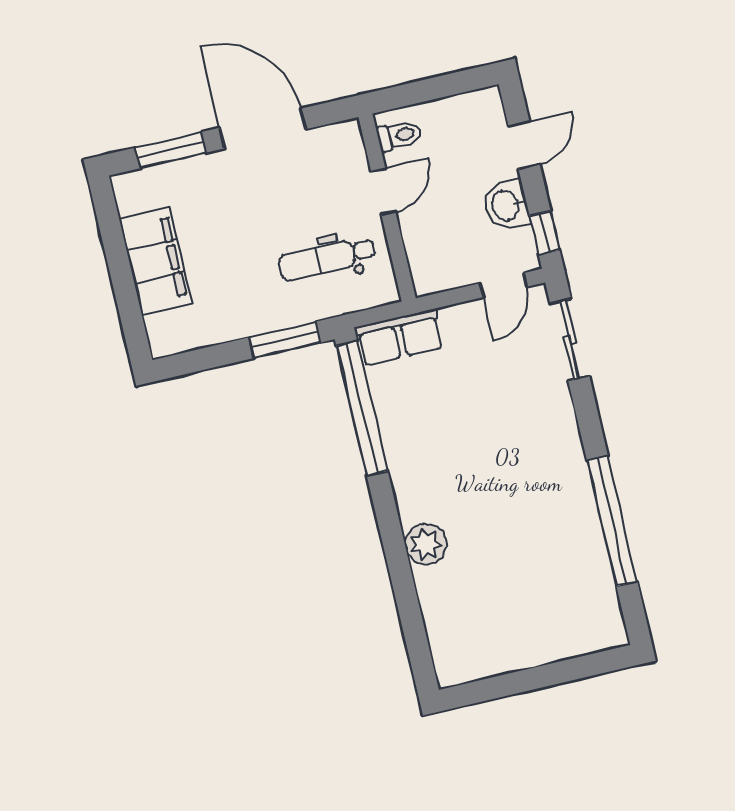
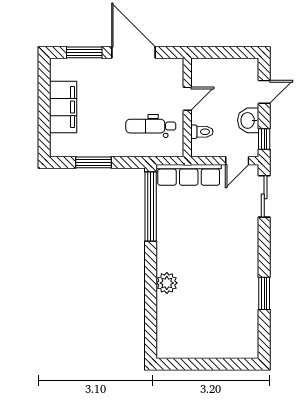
toilet: (399, 136) -> (202, 132), moved
row of seats: (400, 337) -> (189, 175), width x1.48
window: (285, 340) -> (93, 162), moved
window: (612, 521) -> (264, 293), width x0.47

